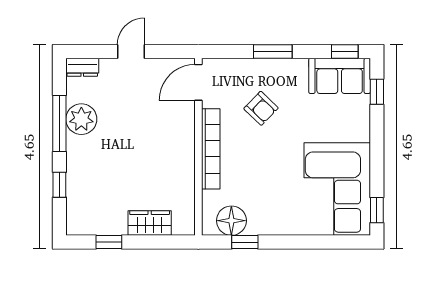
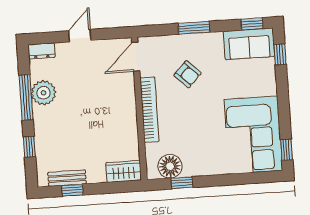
wardrobe: (150, 223) -> (124, 171), moved
bench: (103, 227) -> (67, 178), added

